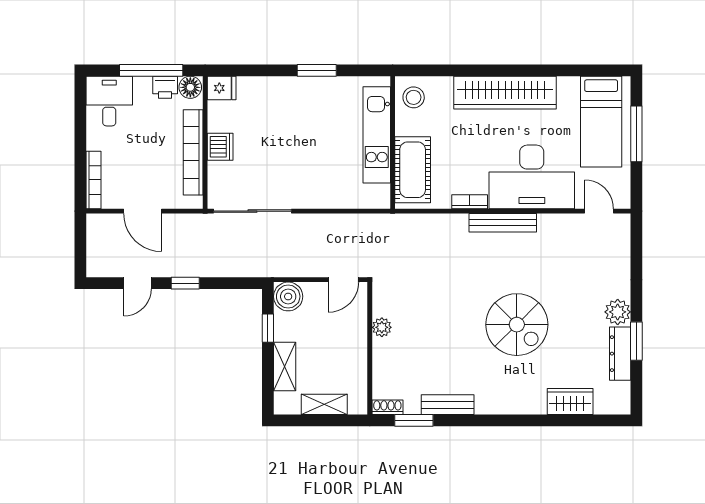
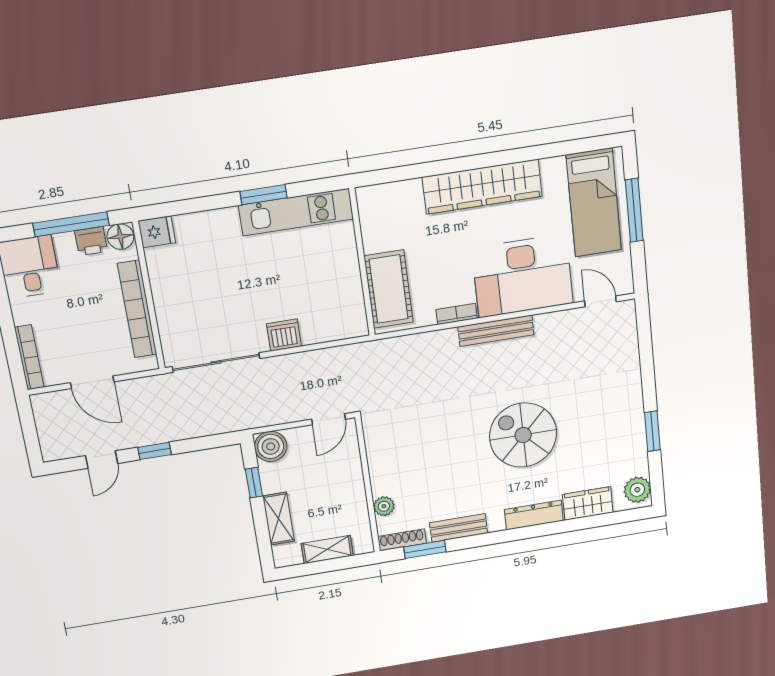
stool: (414, 97) -> (379, 208), removed
kitchen unit: (377, 135) -> (296, 212), moved, turned -90
dishwasher: (220, 147) -> (284, 335), moved, turned -90
plant: (618, 312) -> (637, 490), moved
spiral stairs: (517, 325) -> (523, 435), turned 180
plant: (382, 327) -> (384, 506), moved
dresser: (620, 354) -> (534, 515), moved, turned 90
shoe rack: (387, 407) -> (402, 540), width x1.43

